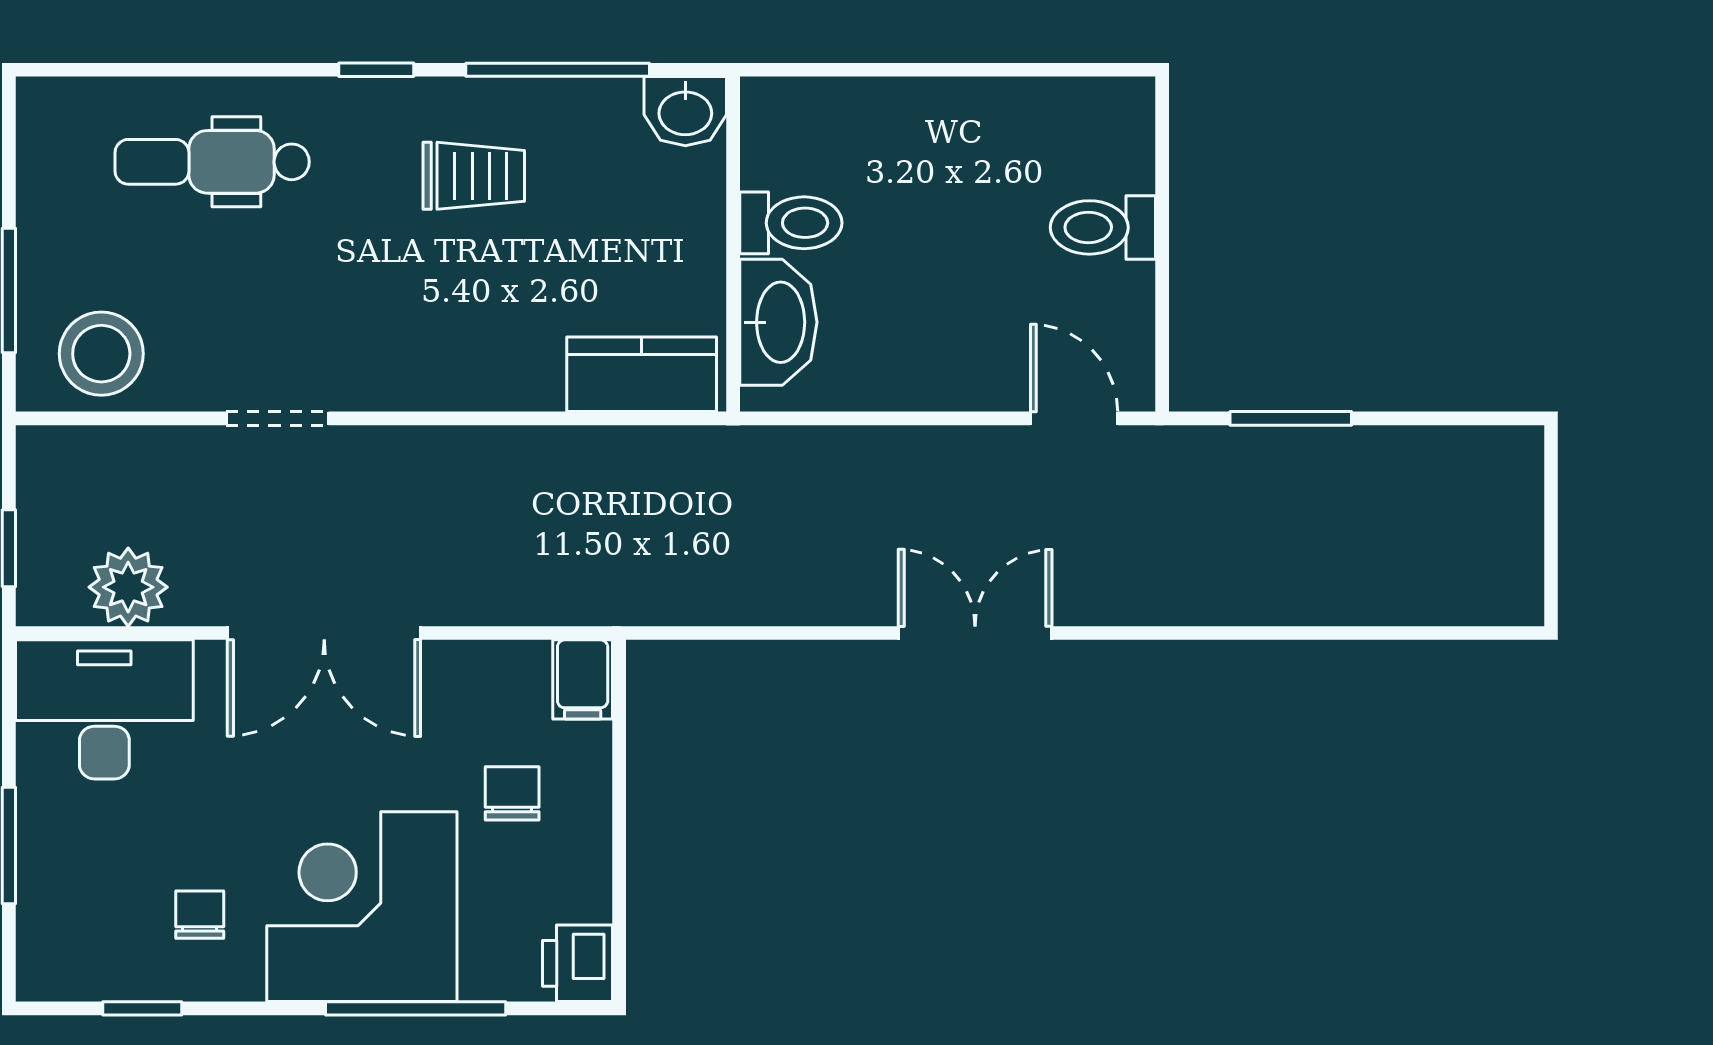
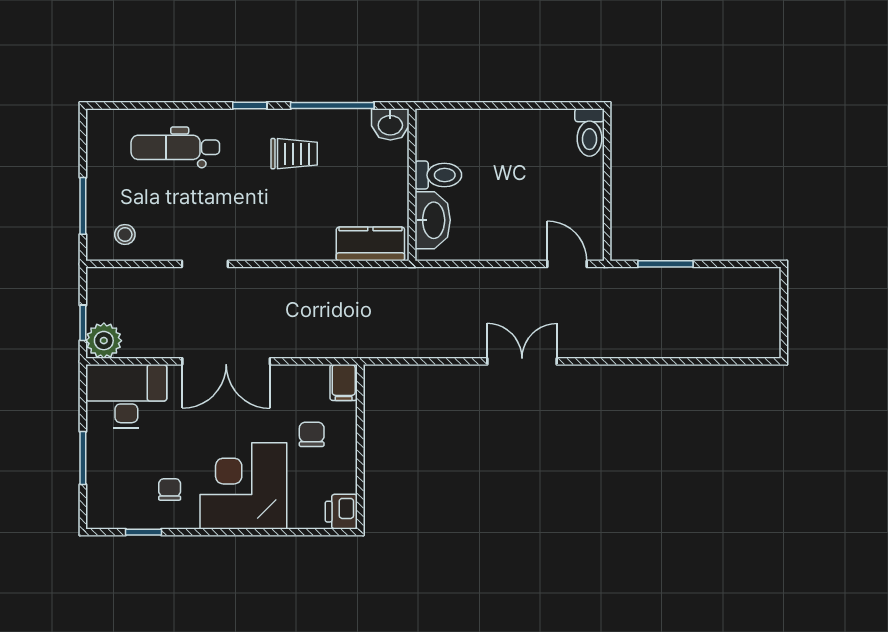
toilet: (1103, 227) -> (590, 132), moved, turned -90
stool: (101, 354) -> (125, 234), width x0.53, depth x0.53
plant: (128, 587) -> (104, 341), moved
window: (416, 1008) -> (268, 532), removed

